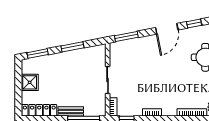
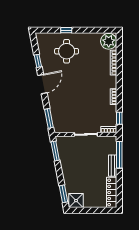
door: (167, 29) -> (42, 84), hinge flipped
window: (72, 47) -> (55, 151), moved
shower: (30, 82) -> (76, 201), moved

